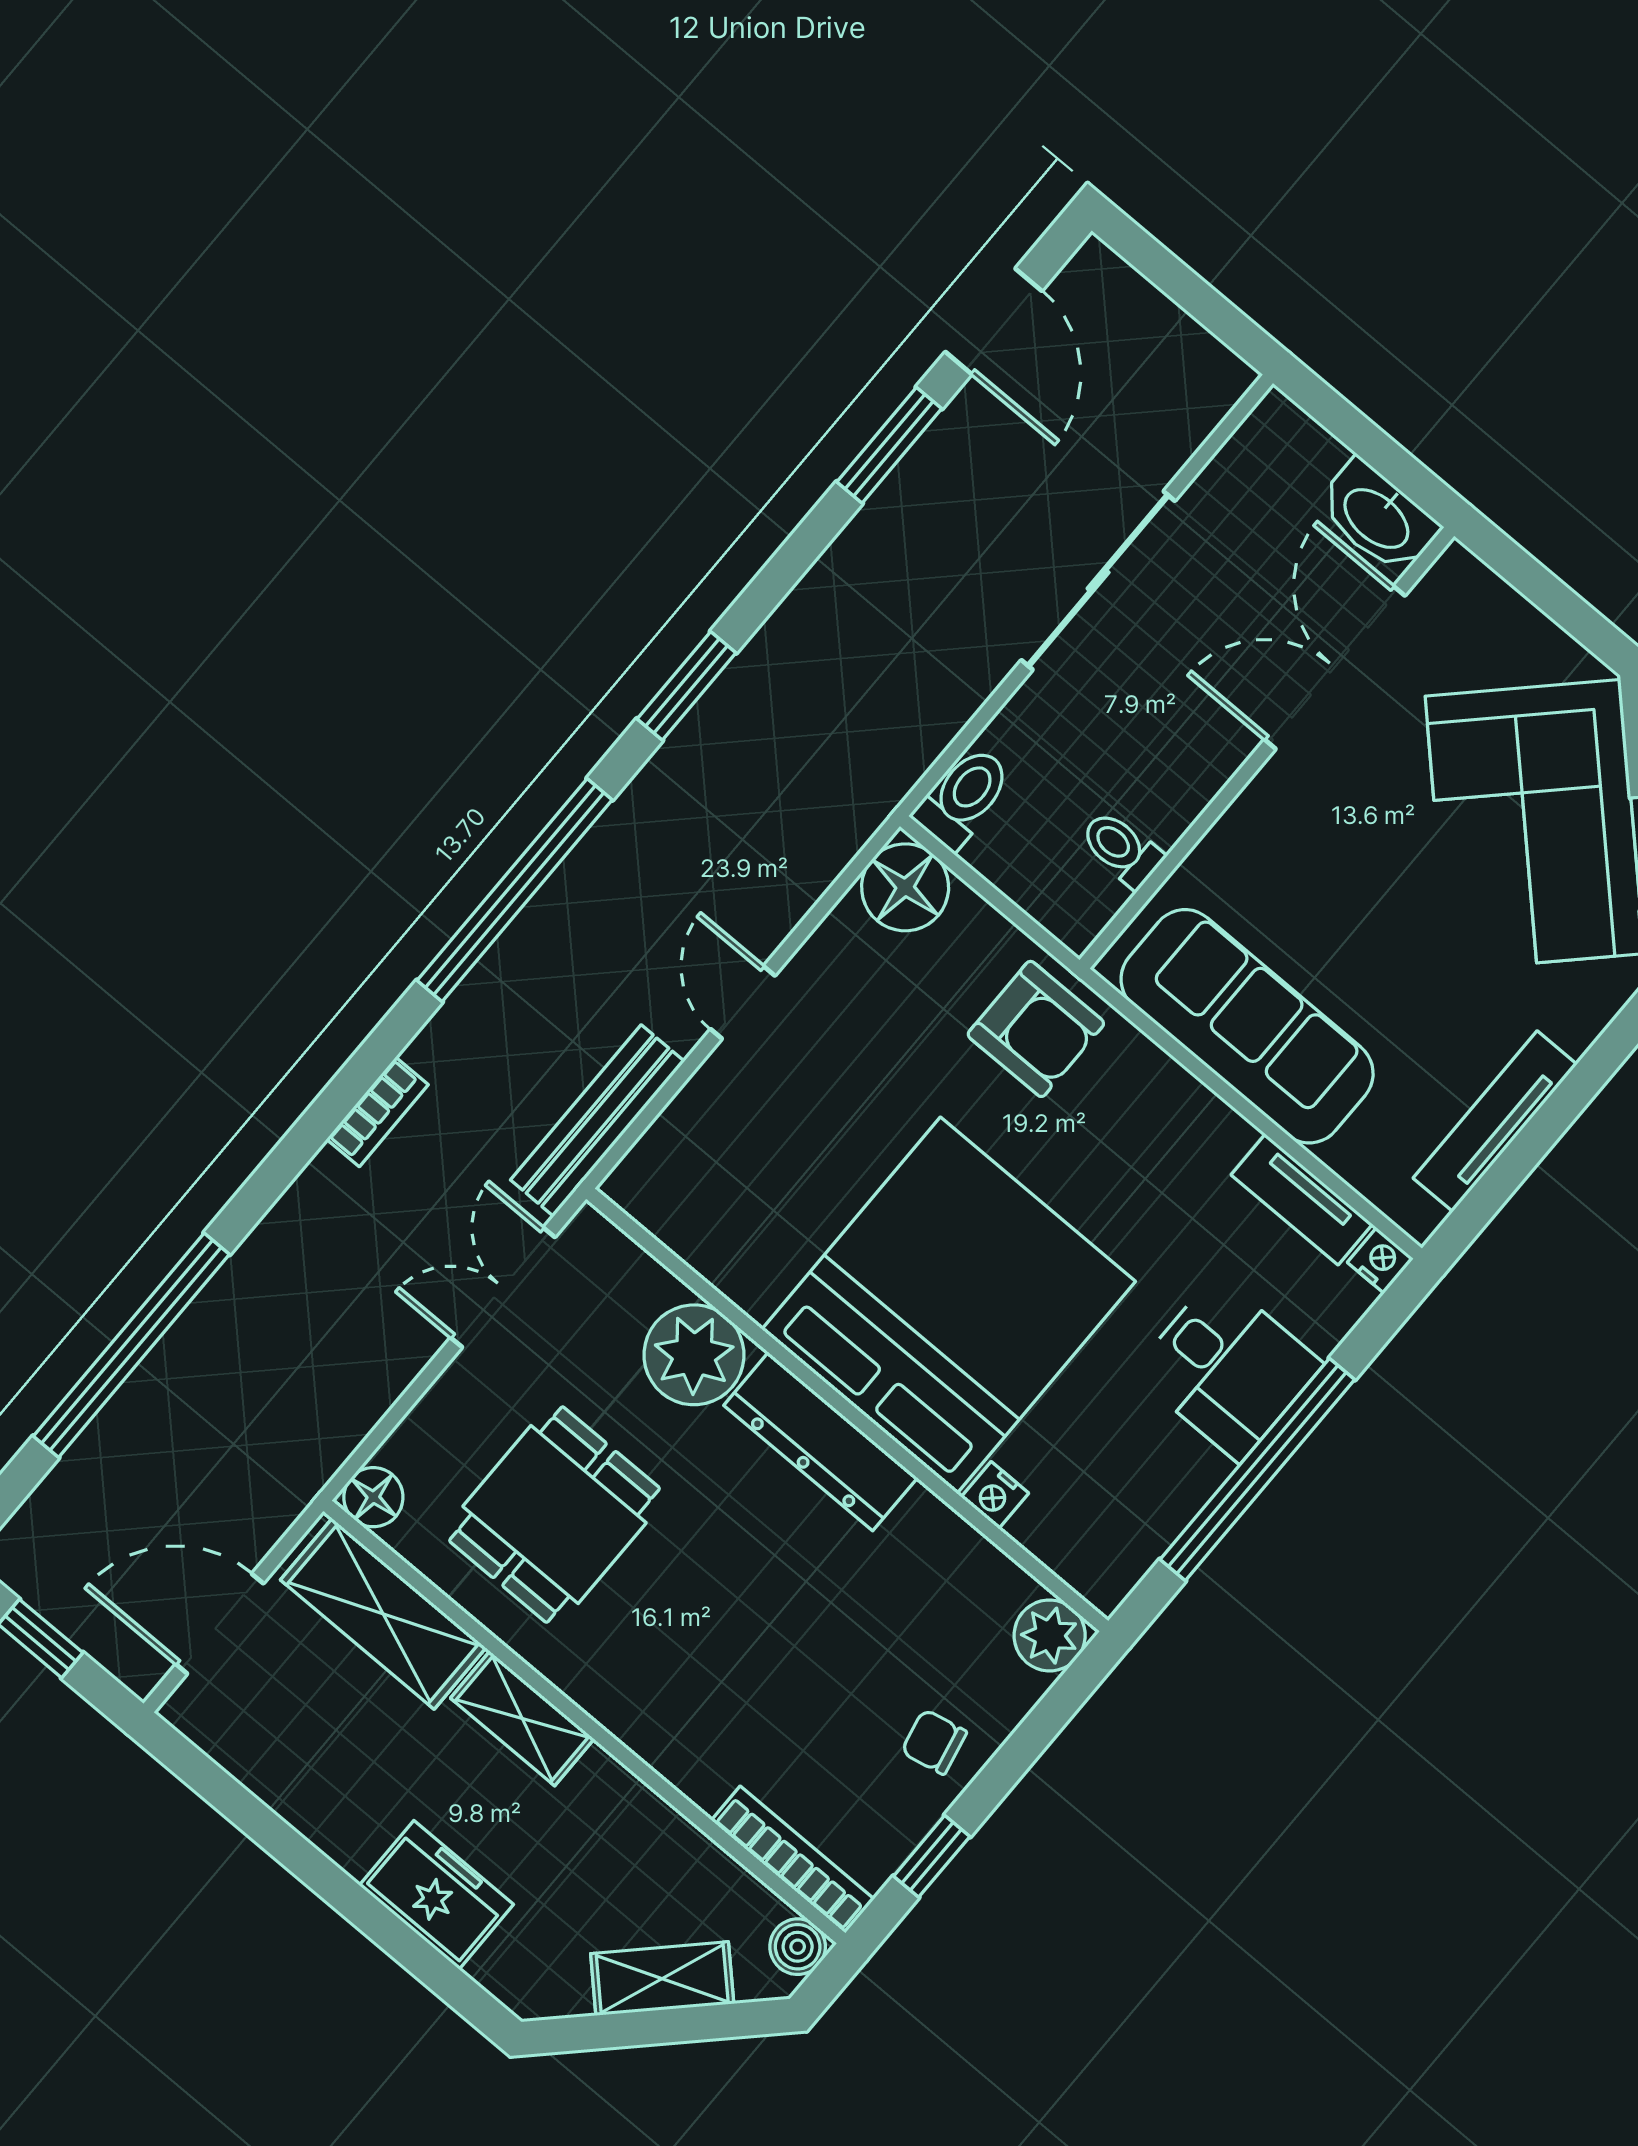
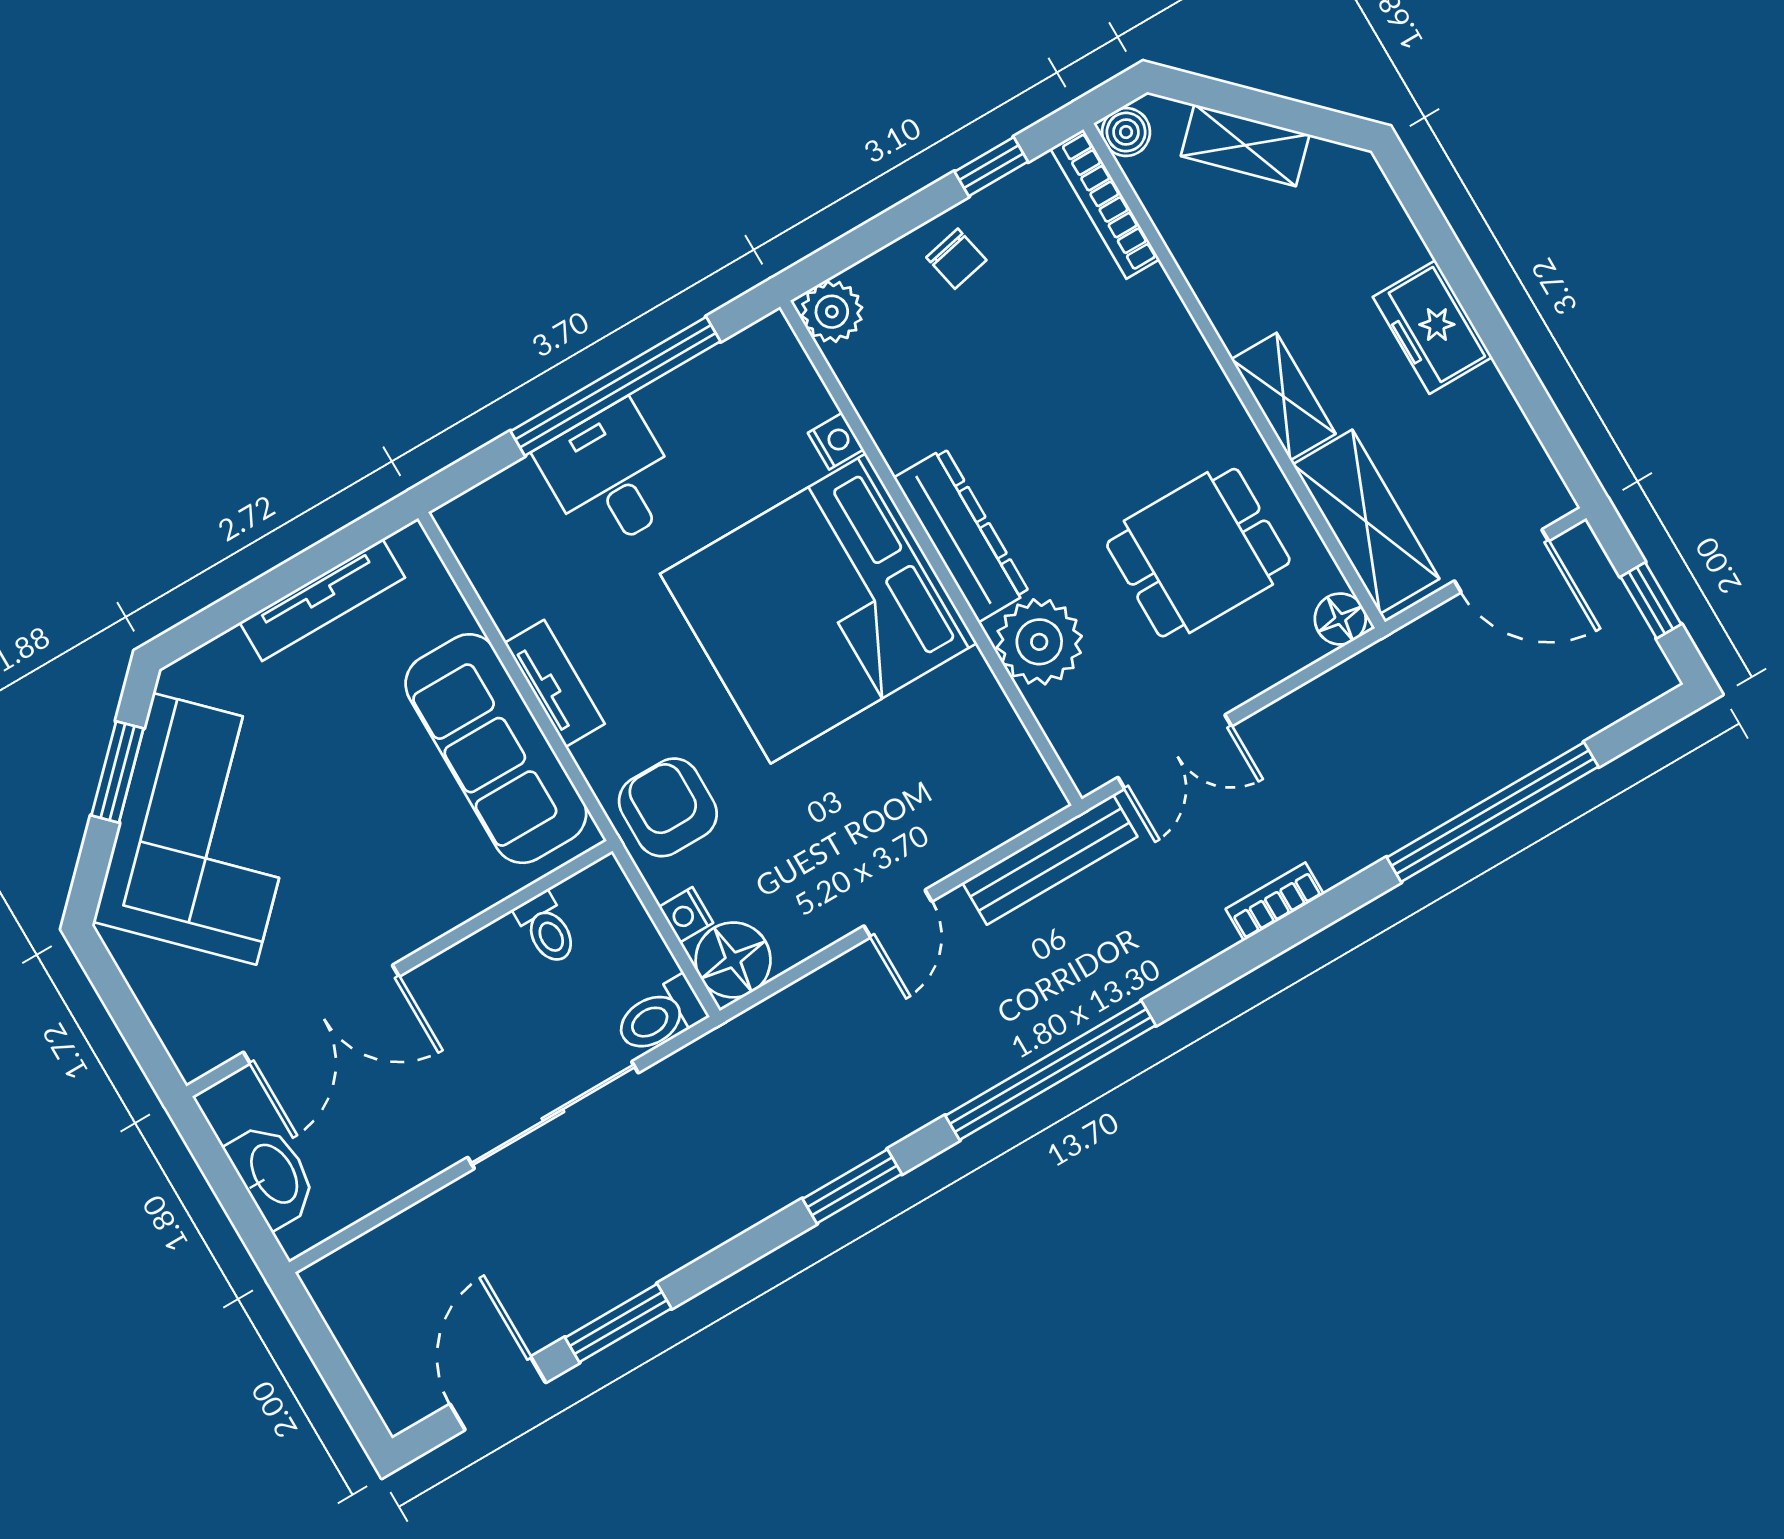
washbasin: (1378, 517) -> (273, 1175), moved
sliding door: (1098, 580) -> (553, 1115), moved
bookcase: (377, 1112) -> (1275, 902), moved
tv unit: (1302, 1199) -> (555, 683), moved
nightstand: (1380, 1260) -> (686, 915), moved
freezer: (436, 1895) -> (1432, 327), moved

